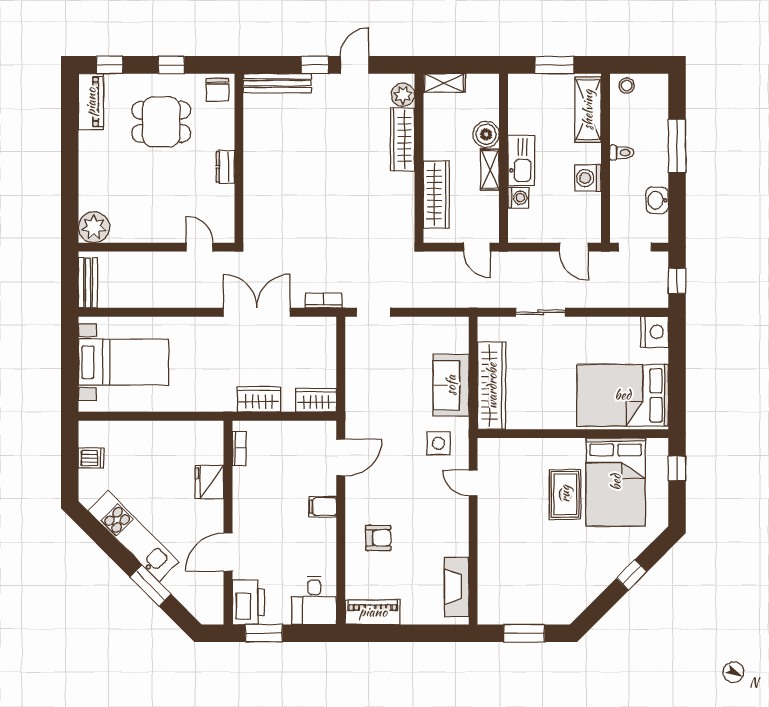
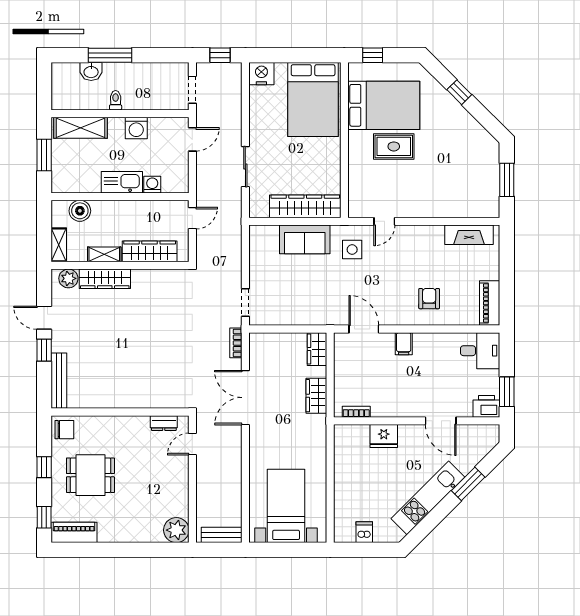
stool: (627, 85) -> (61, 96), removed
dining table: (161, 122) -> (90, 475), turned 90
boiler: (486, 134) -> (80, 211), moved
dresser: (225, 167) -> (164, 423), moved
shelving: (490, 170) -> (104, 254), moved
washbasin: (657, 200) -> (91, 72), moved
printer: (248, 602) -> (486, 406), width x0.73, depth x0.84

